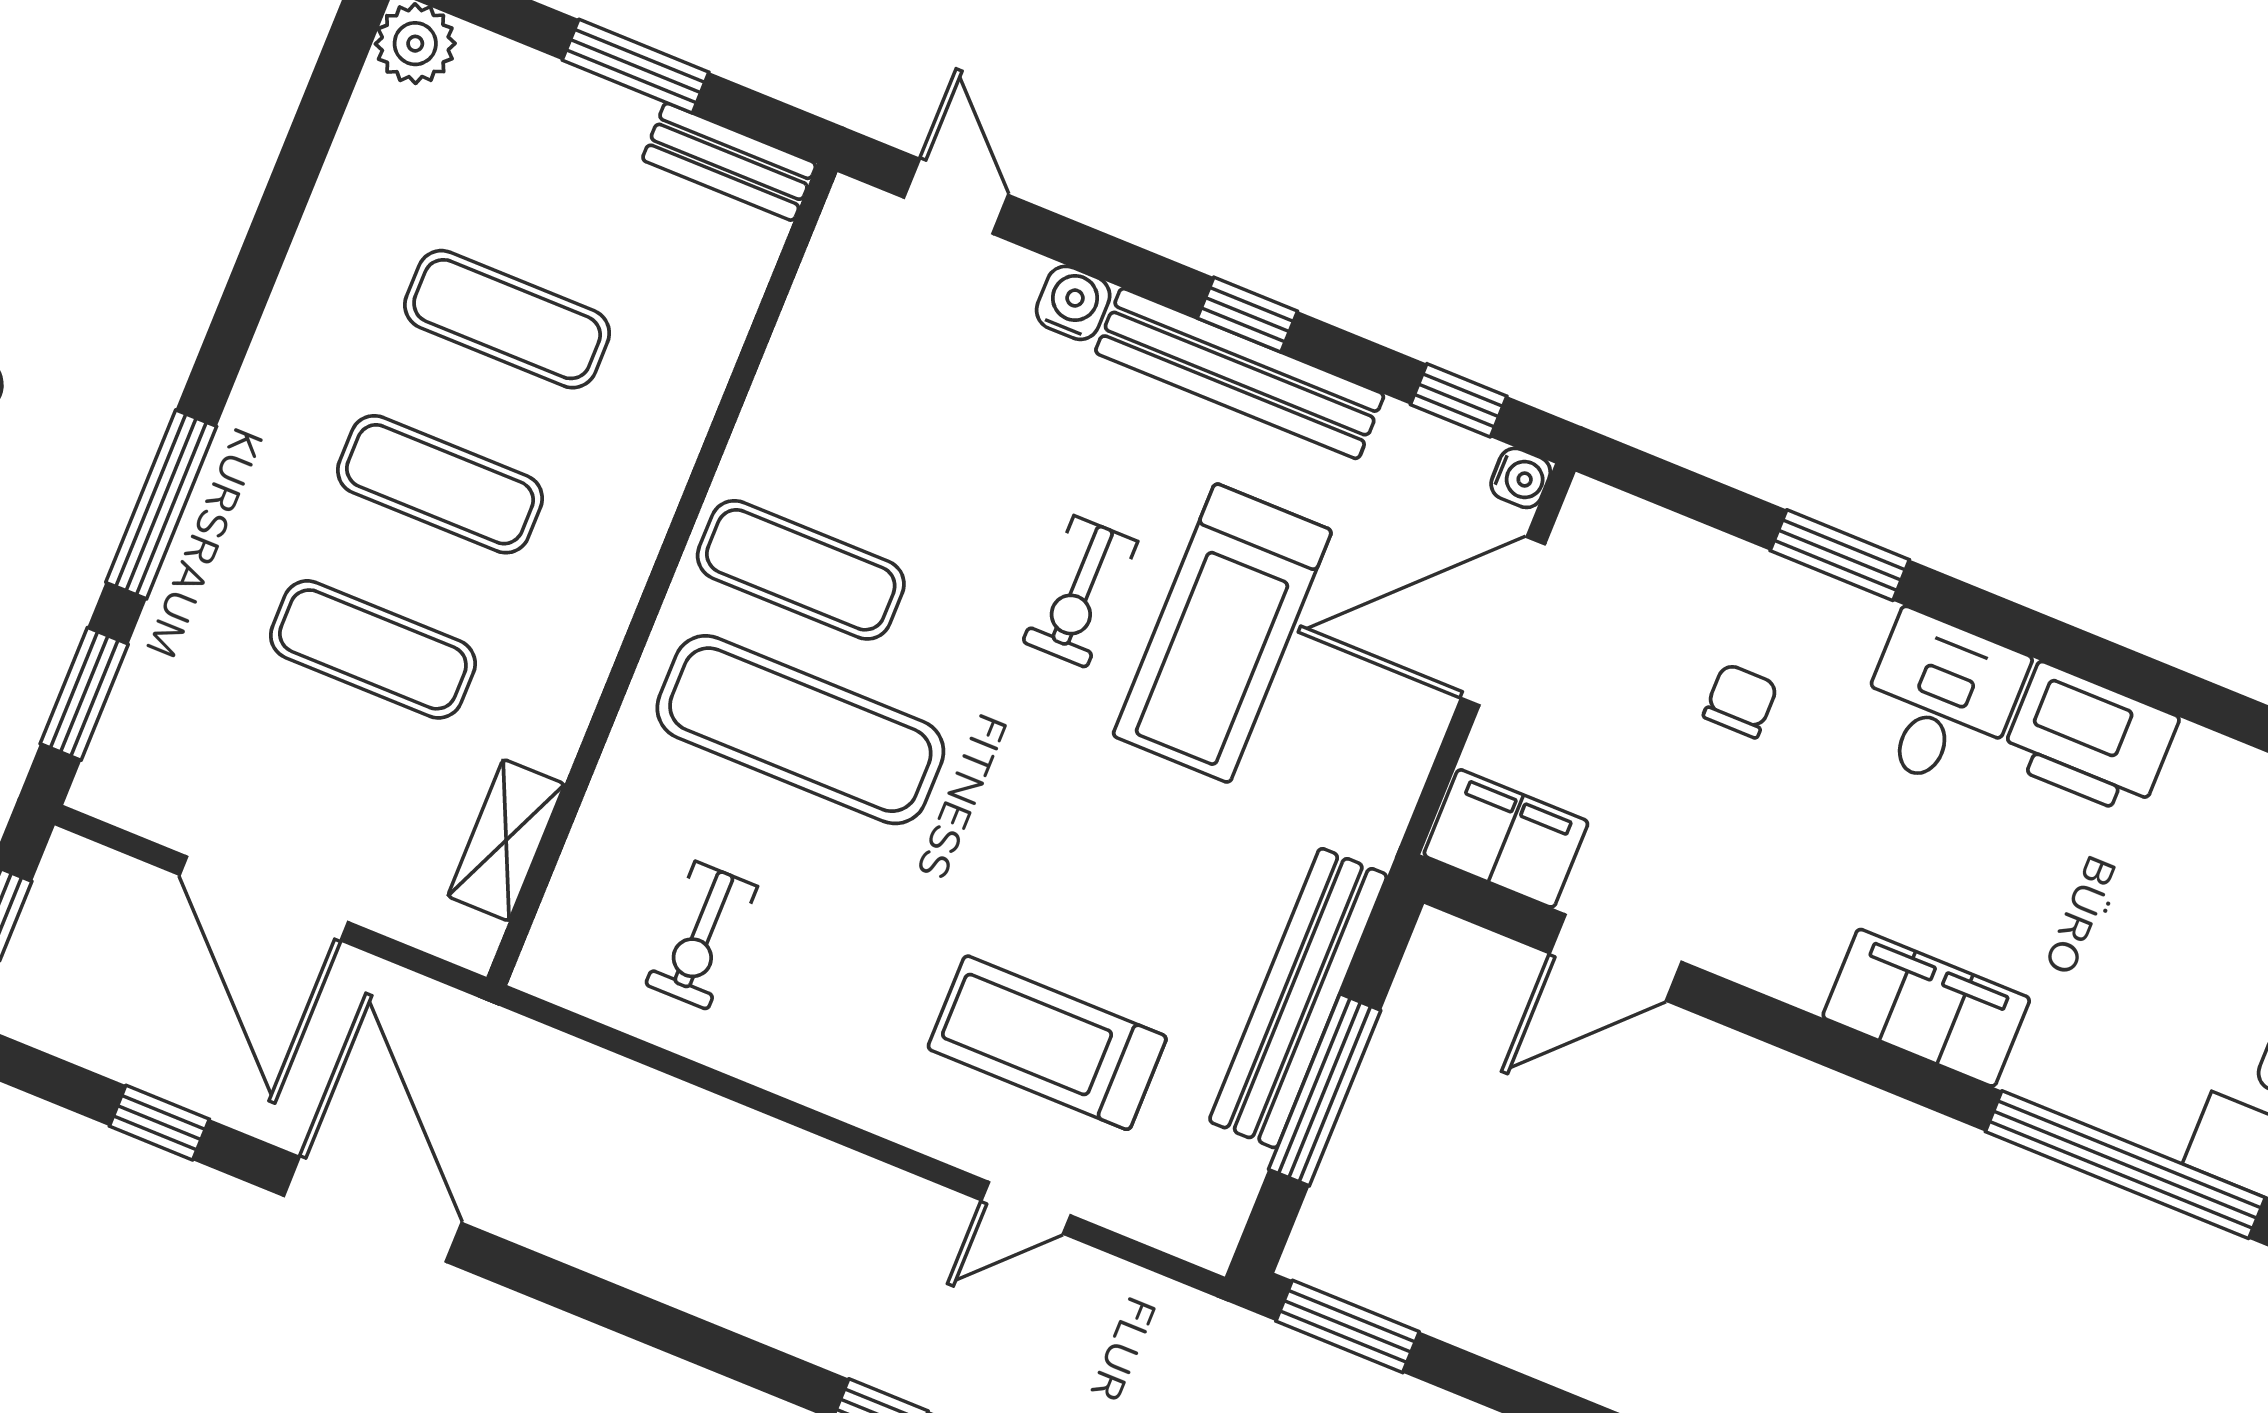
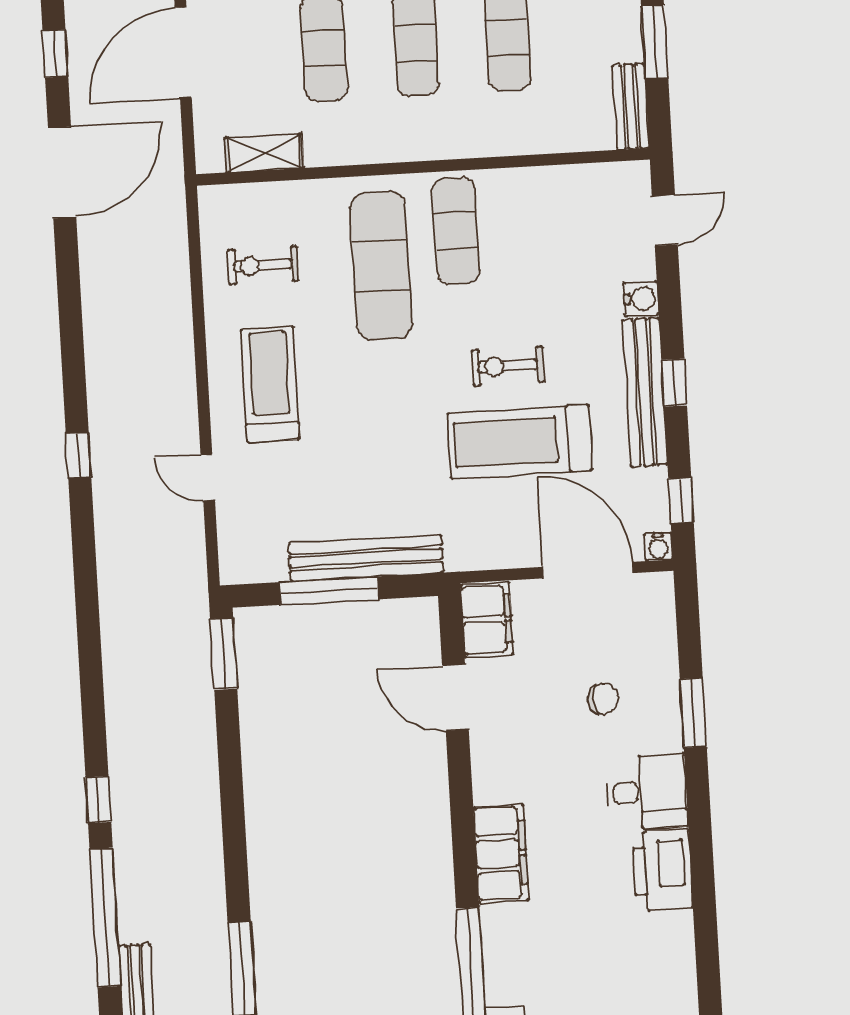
treadmill: (1047, 1043) -> (270, 384), moved

